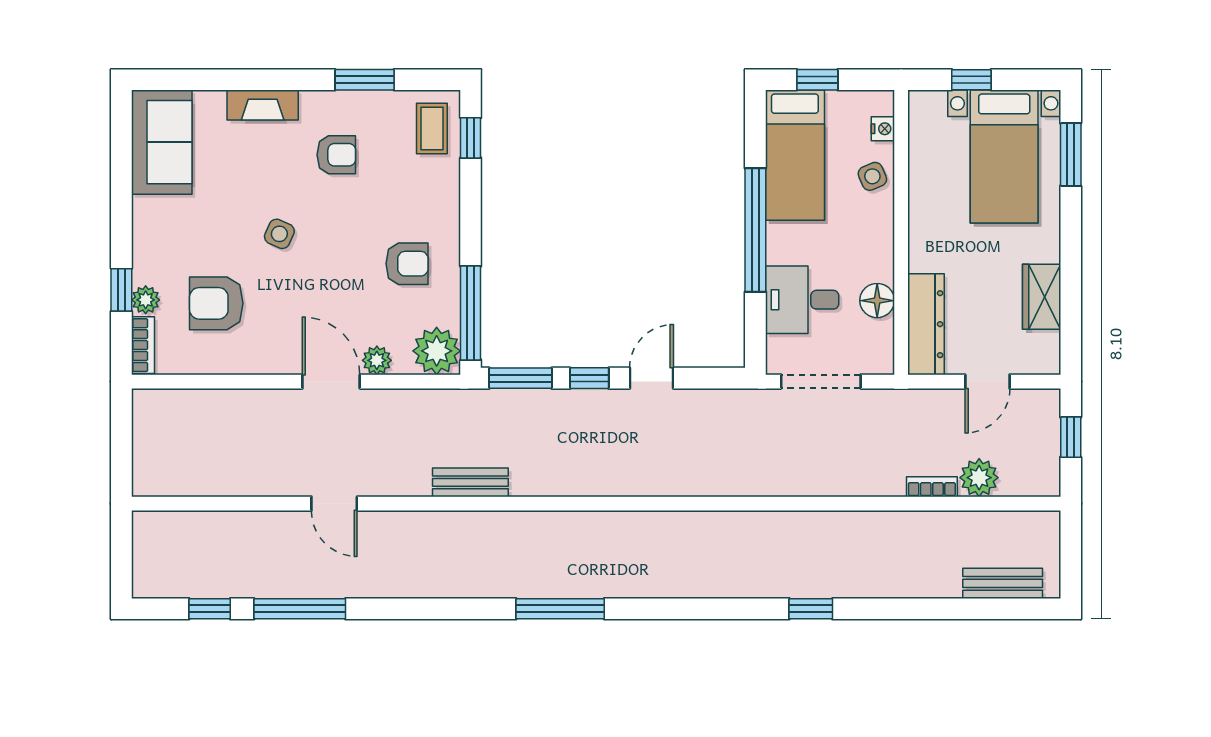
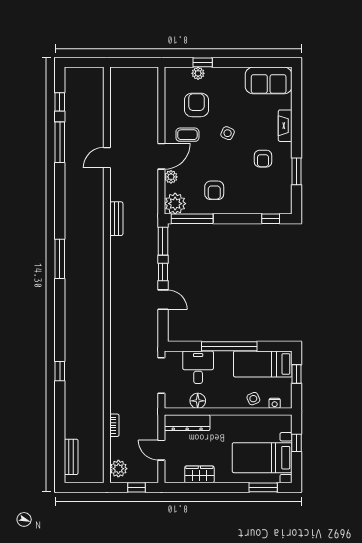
coffee table: (432, 129) -> (187, 135), moved
bookcase: (143, 345) -> (178, 72), removed
plant: (979, 478) -> (118, 469), moved

